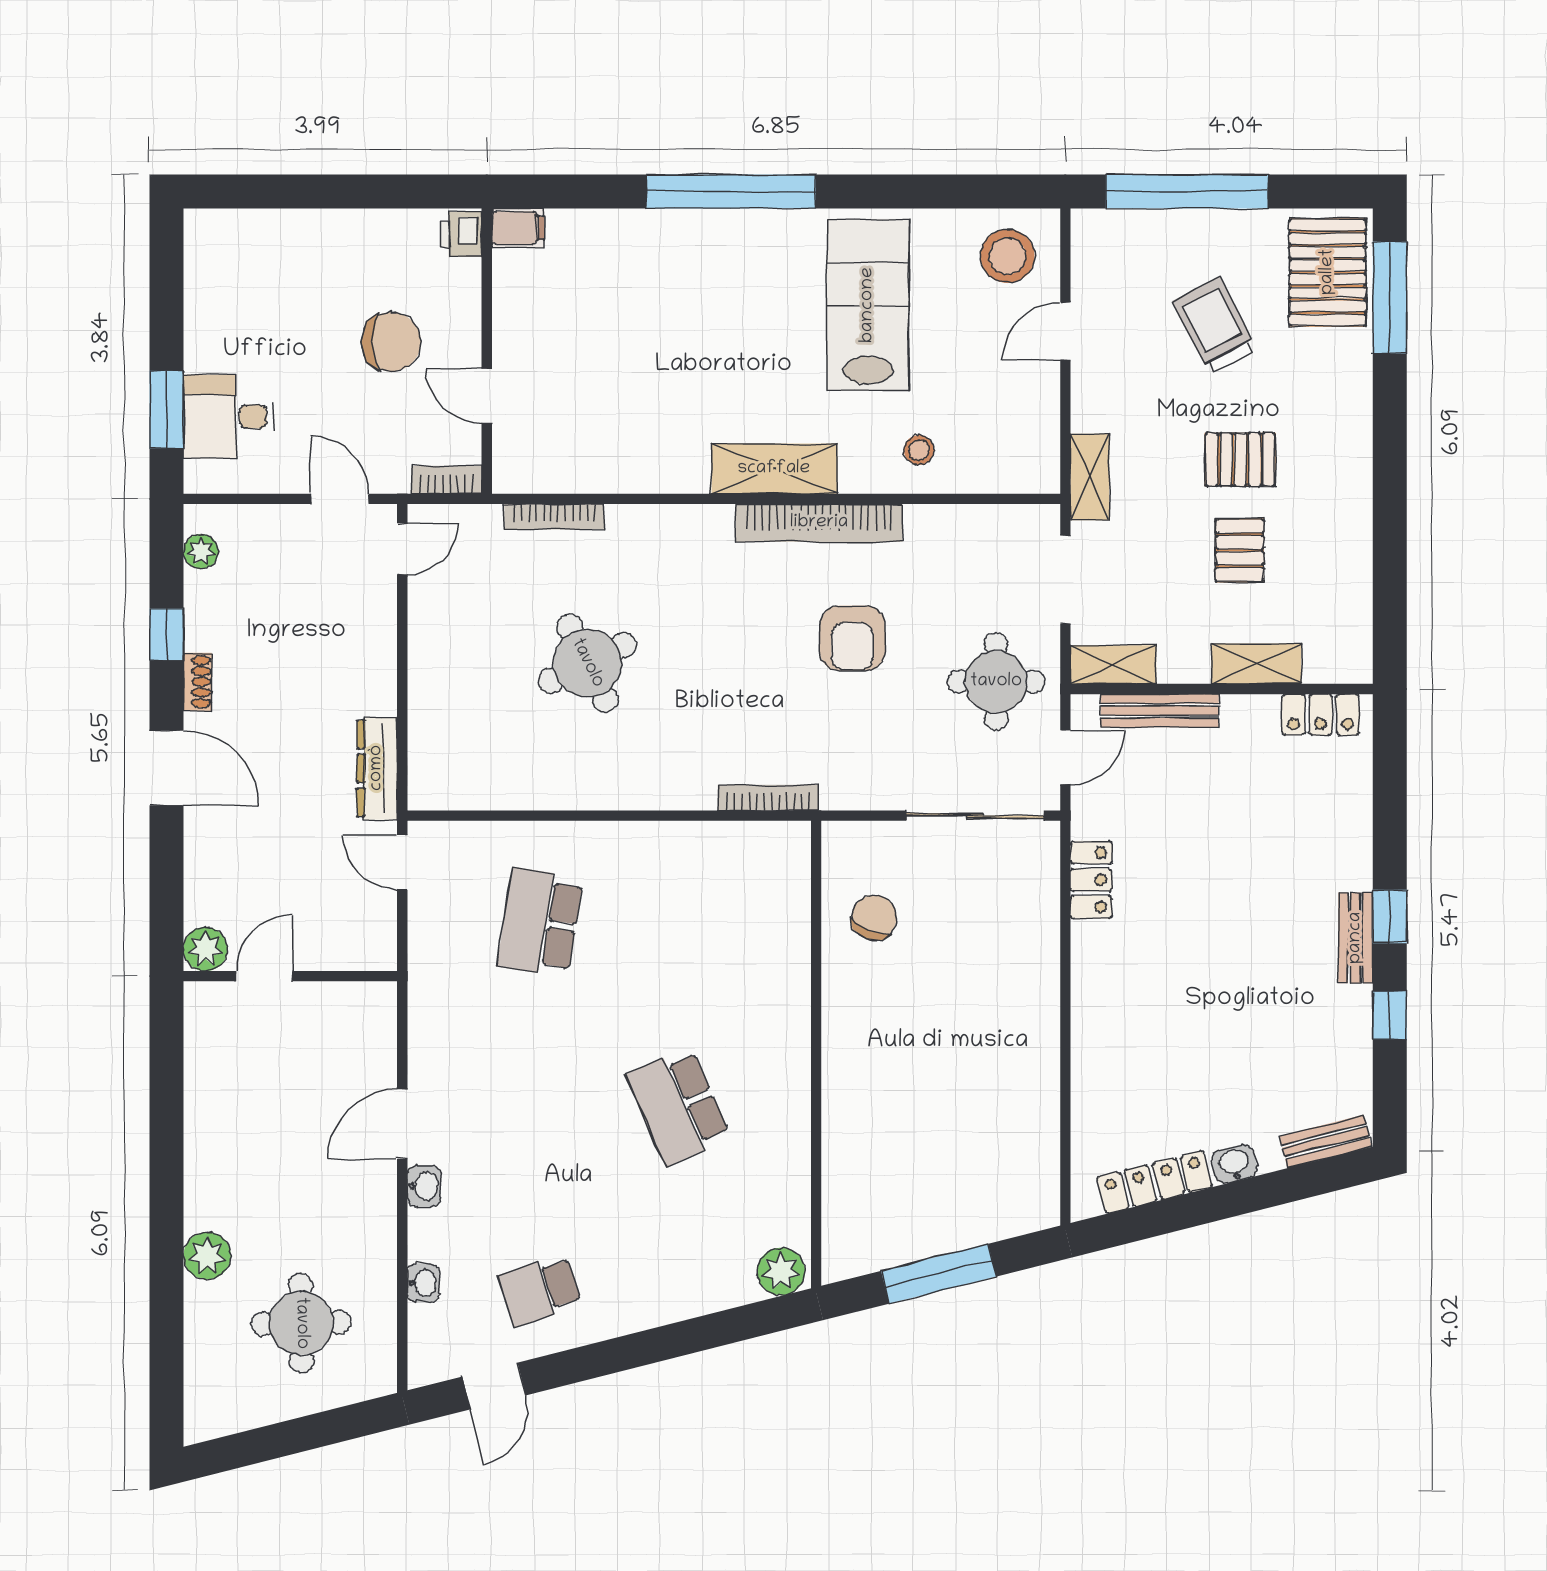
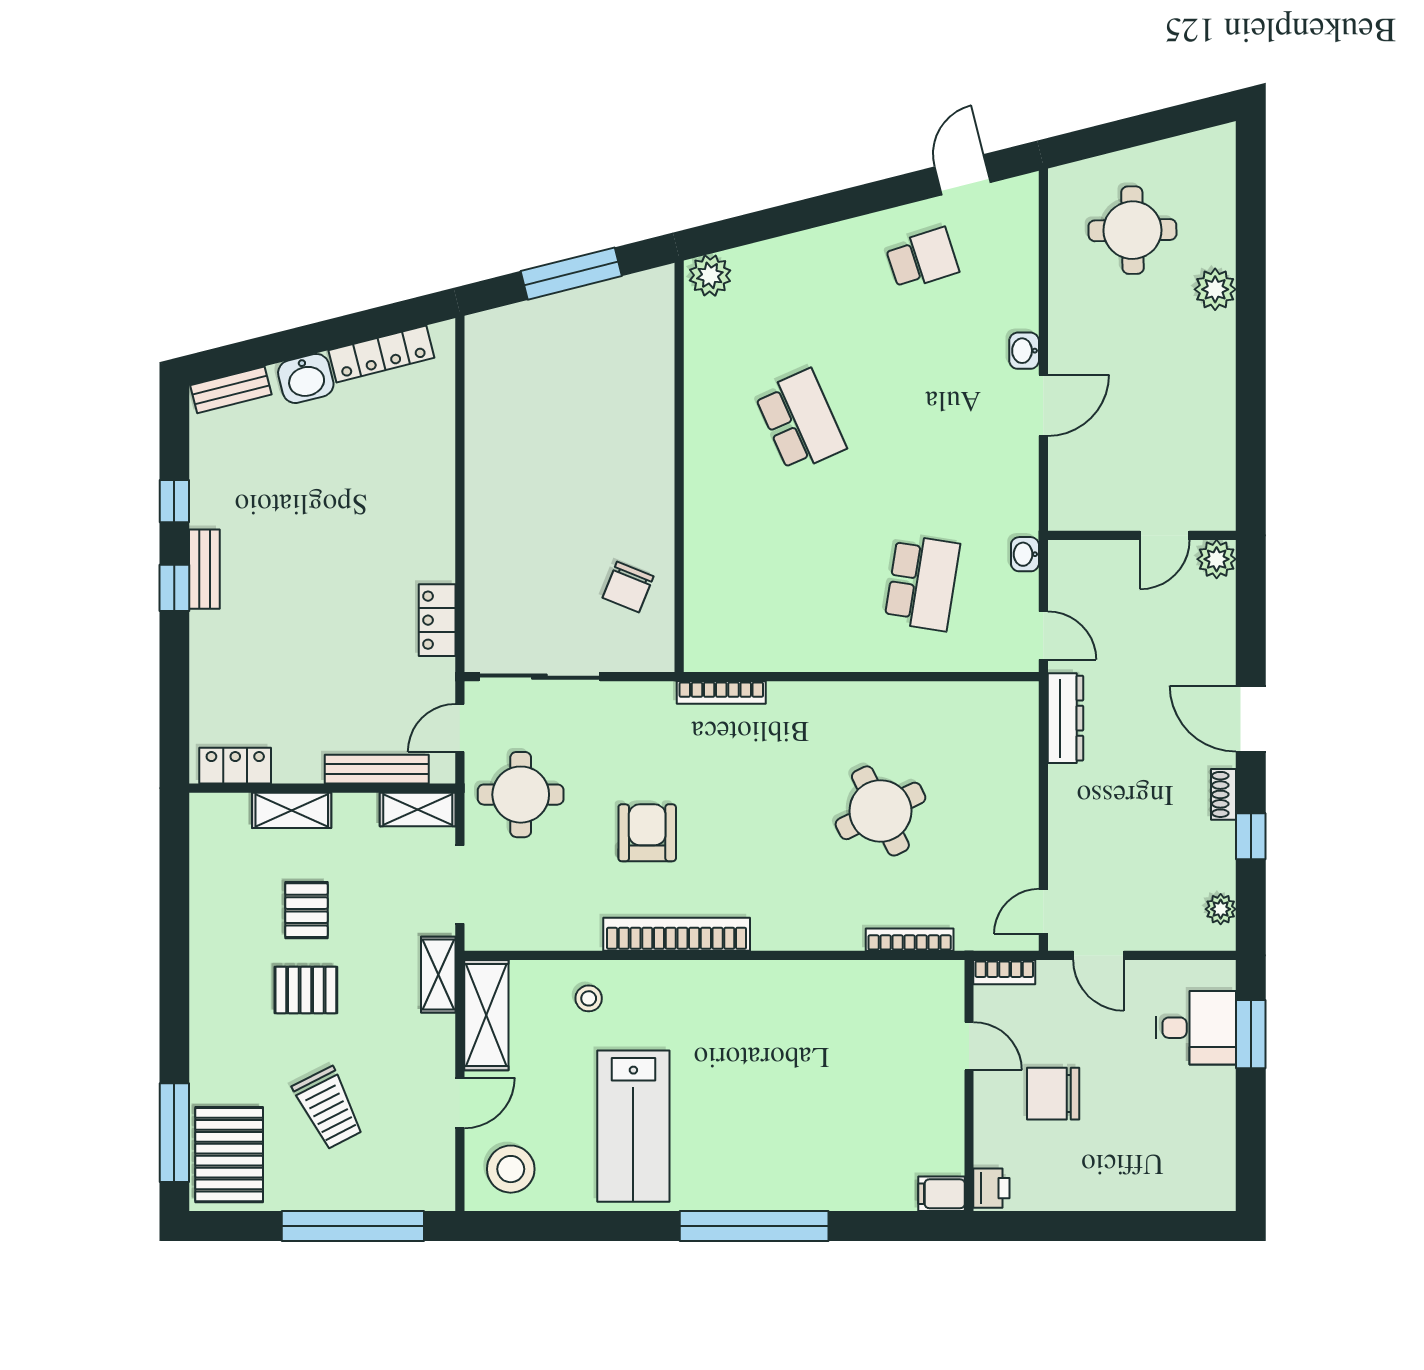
shelving: (774, 469) -> (486, 1015), moved, turned 90
washbasin: (1234, 1164) -> (306, 378), width x1.38, depth x1.45
washbasin: (423, 1283) -> (1025, 554), moved

